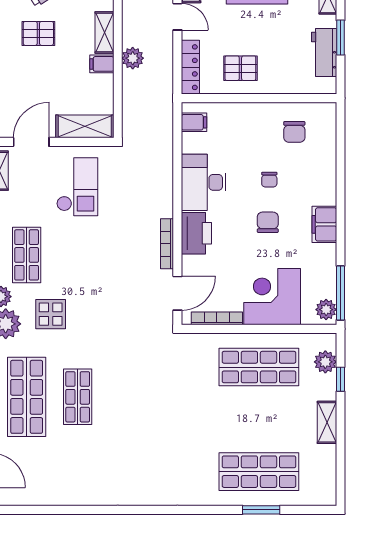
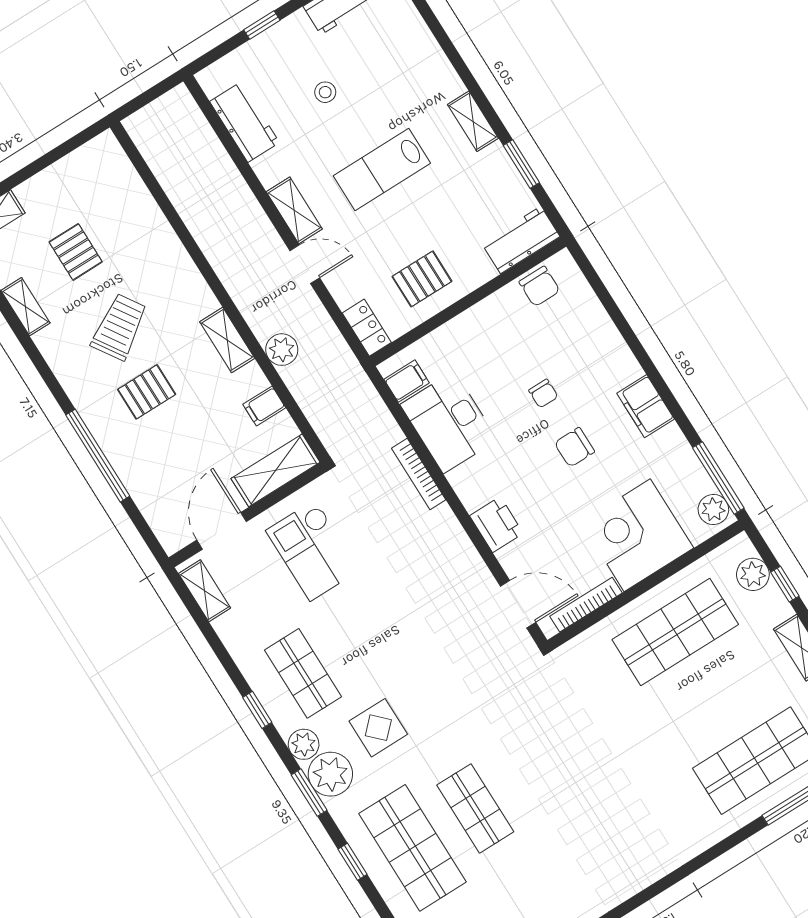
workbench: (324, 52) -> (521, 240), moved, turned 90
filing cabinet: (102, 64) -> (264, 406), moved
locker: (190, 67) -> (367, 328), width x0.66
chair: (294, 132) -> (539, 286), moved
desk: (204, 182) -> (449, 422), moved
checkout: (77, 187) -> (313, 550), turned 180
chair: (268, 222) -> (574, 447), turned -90
printer: (196, 233) -> (496, 525), width x0.73, depth x0.84
bookcase: (167, 244) -> (419, 474), moved
door: (177, 293) -> (518, 604), hinge flipped

